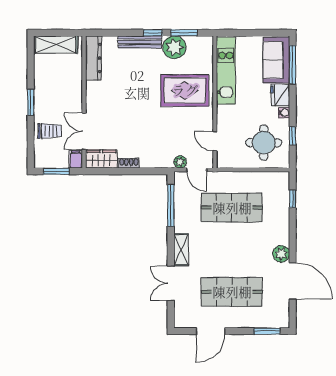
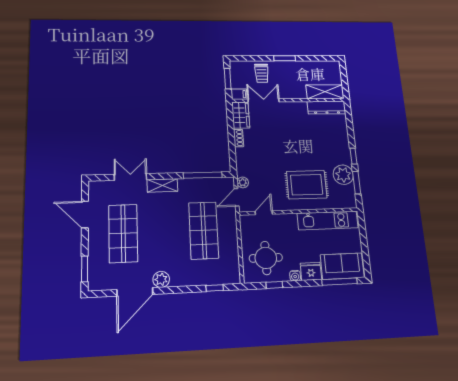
bench: (140, 42) -> (344, 145), removed
shelving: (56, 45) -> (325, 92), moved, turned 90
rug: (185, 90) -> (307, 185), turned 90

